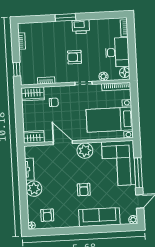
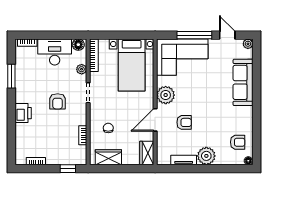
window: (65, 17) -> (11, 76), moved
printer: (81, 27) -> (23, 113), moved
wardrobe: (33, 94) -> (108, 157), moved, turned -90
armchair: (84, 190) -> (184, 122), moved

